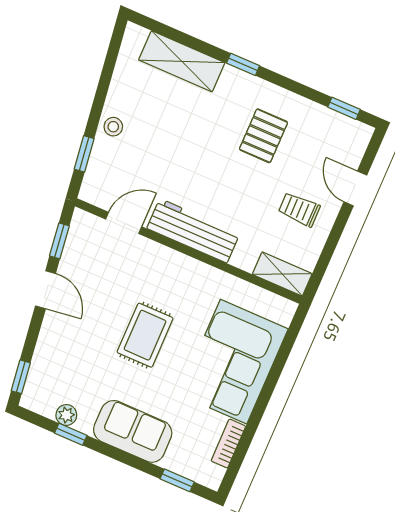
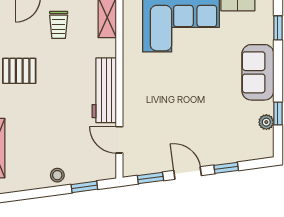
door: (46, 290) -> (188, 173), hinge flipped
rug: (145, 335) -> (189, 92), removed
window: (21, 377) -> (226, 168), moved

